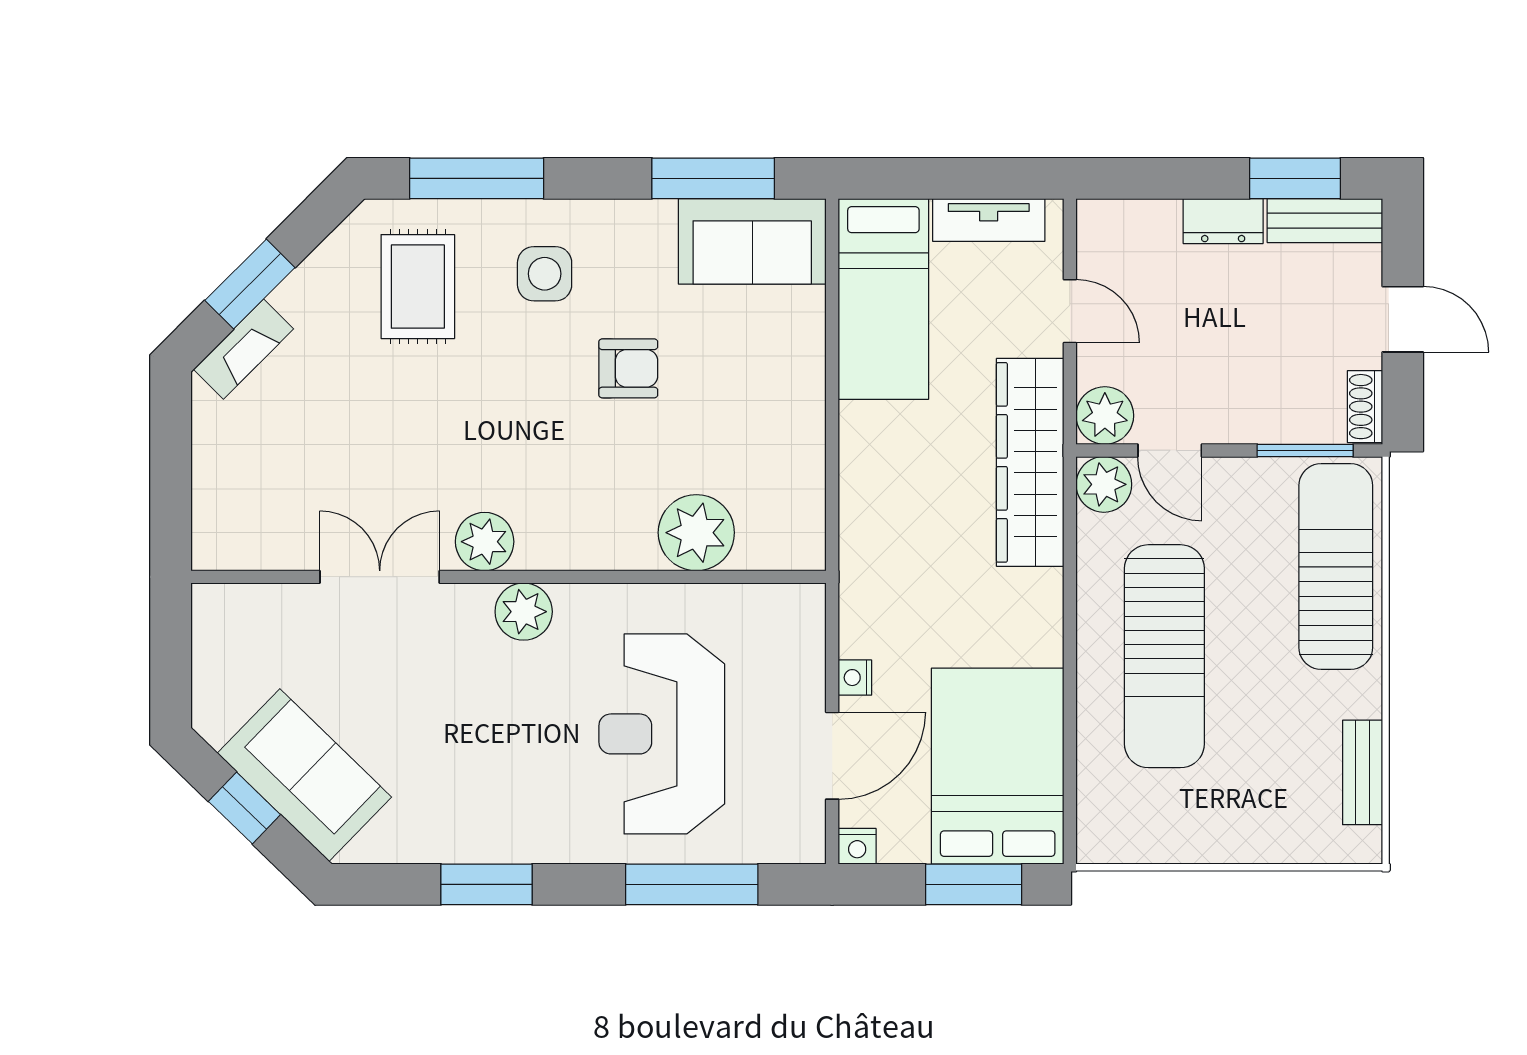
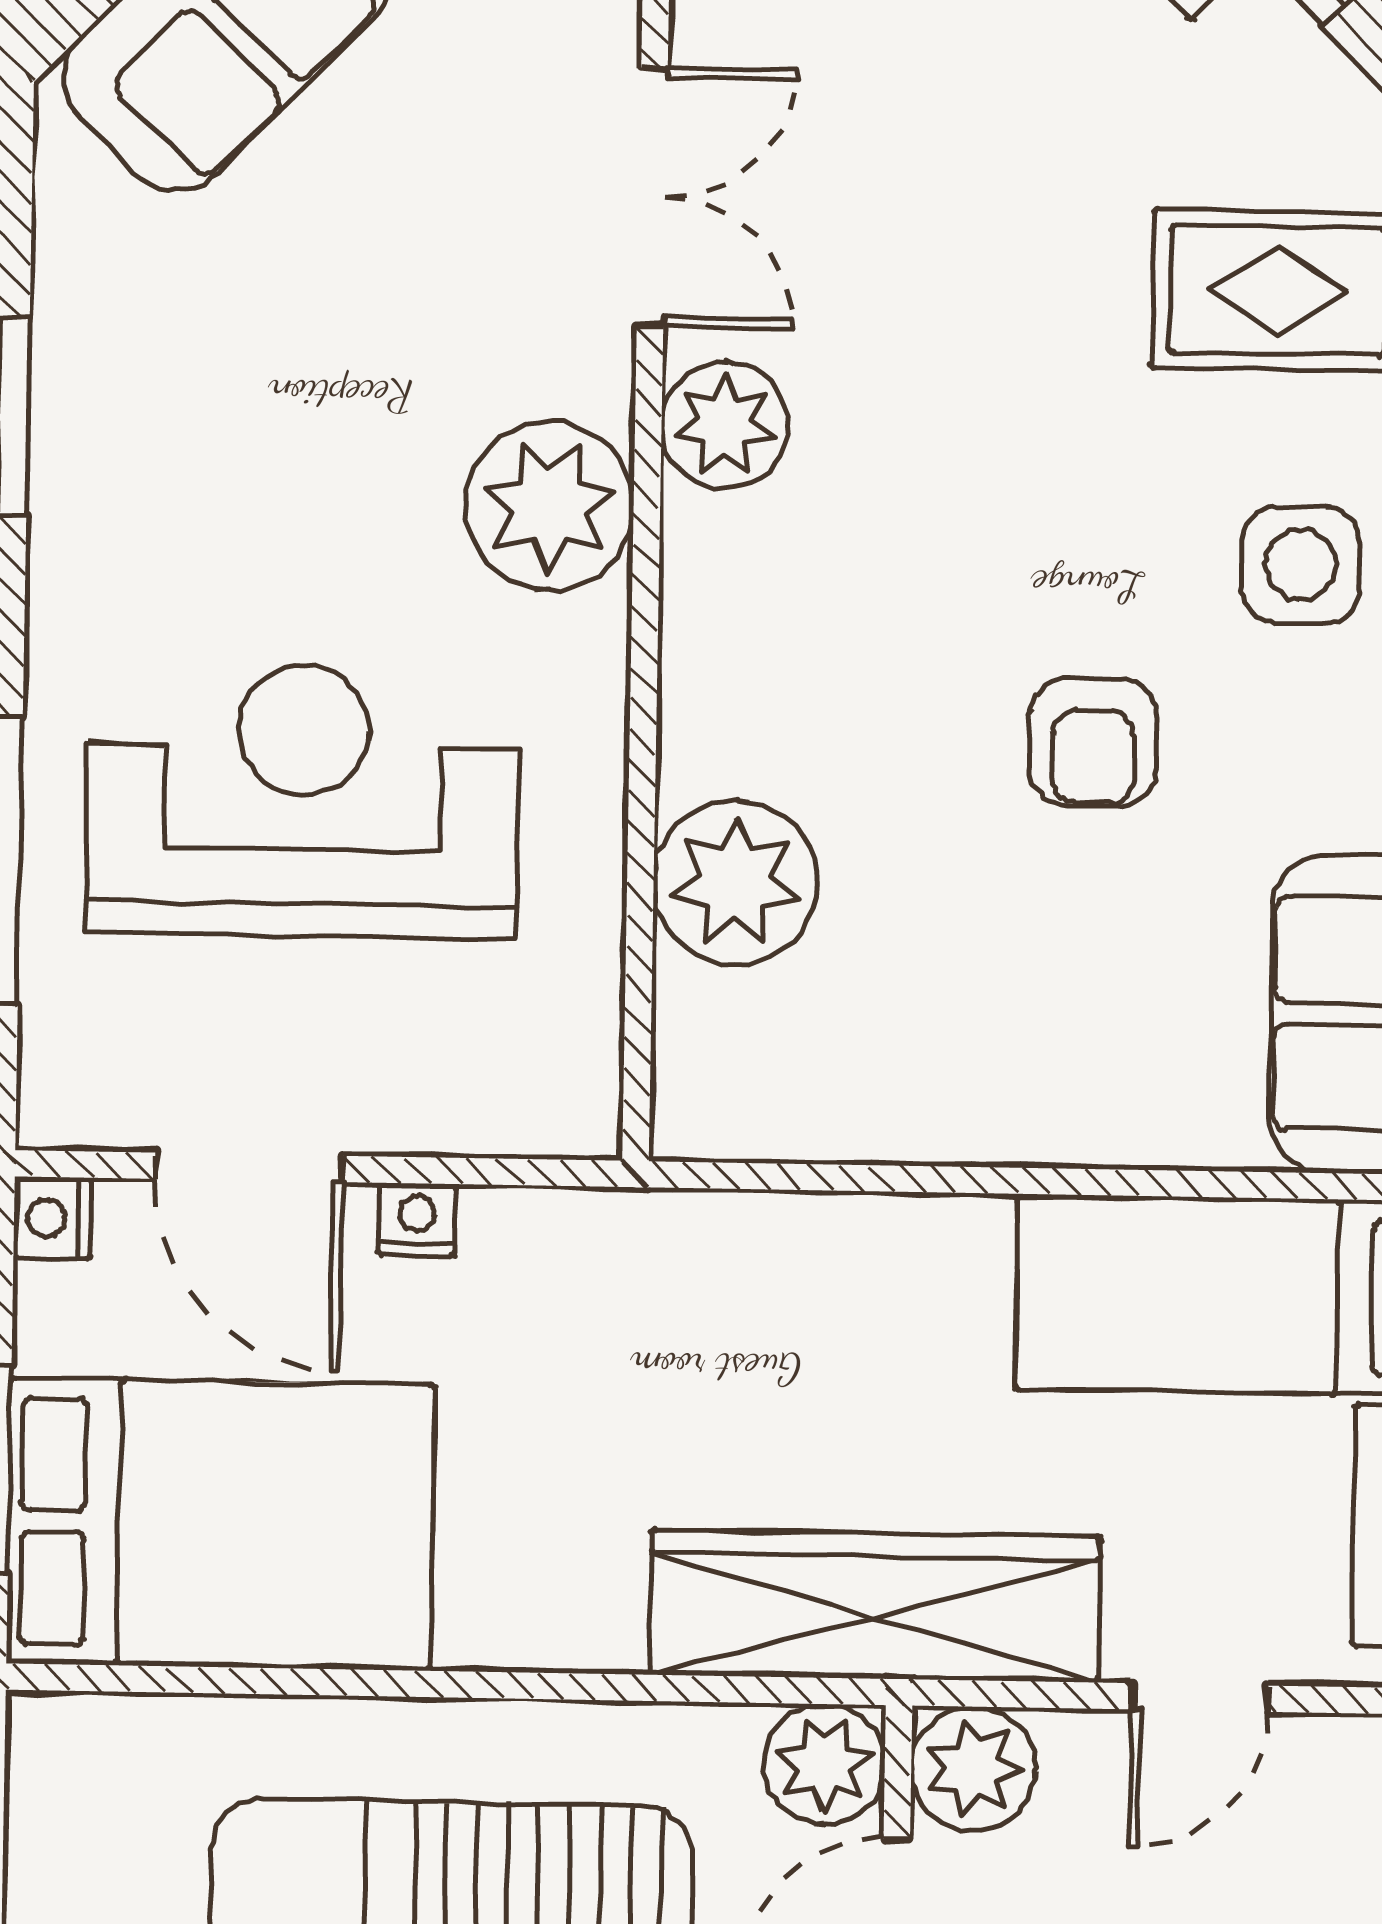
plant: (524, 612) -> (549, 506), width x1.36, depth x1.36

